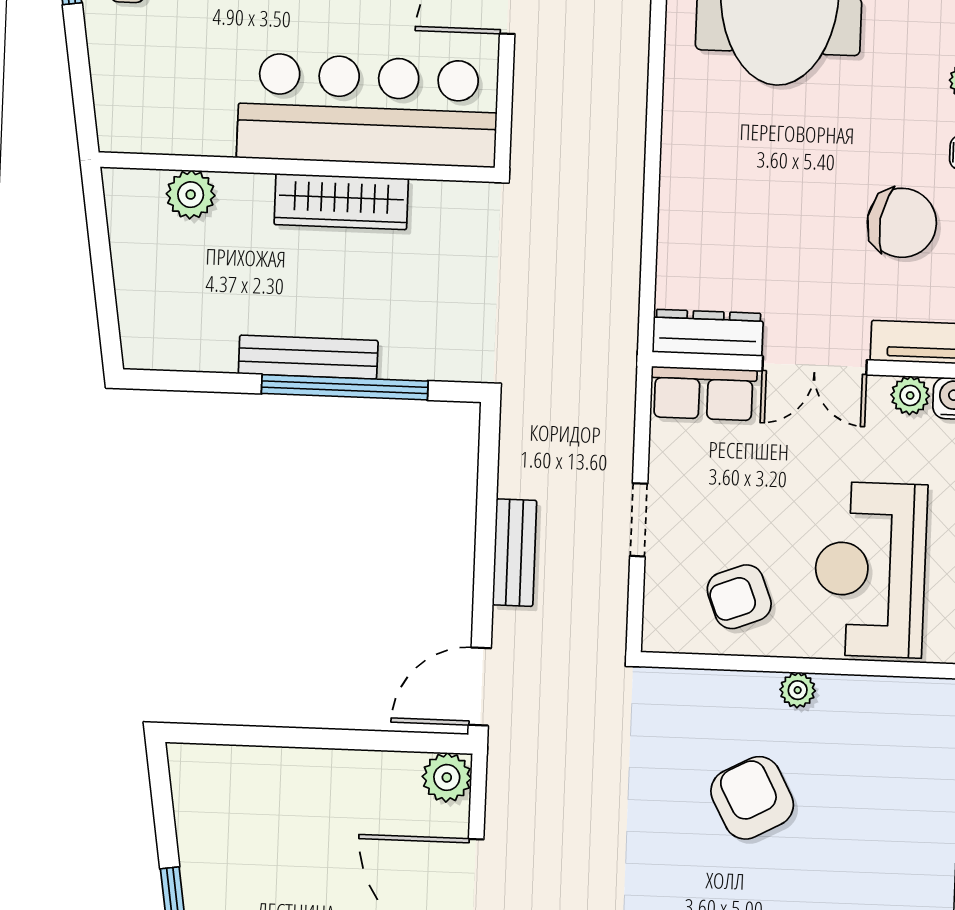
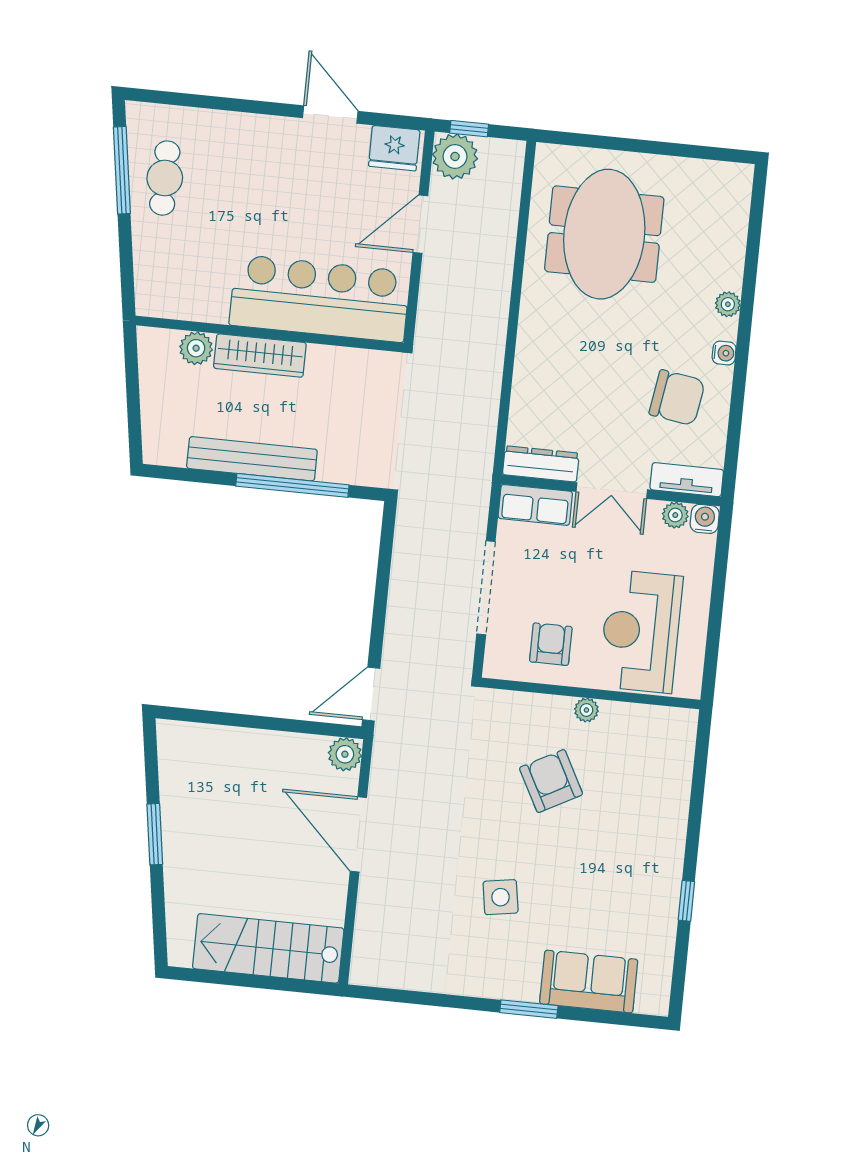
wardrobe: (341, 202) -> (260, 355), moved
bench: (308, 357) -> (252, 459), width x1.37, depth x1.21
doorway: (639, 520) -> (486, 588), width x1.87
bench: (515, 553) -> (400, 605), removed
armchair: (739, 597) -> (551, 644), turned 111

